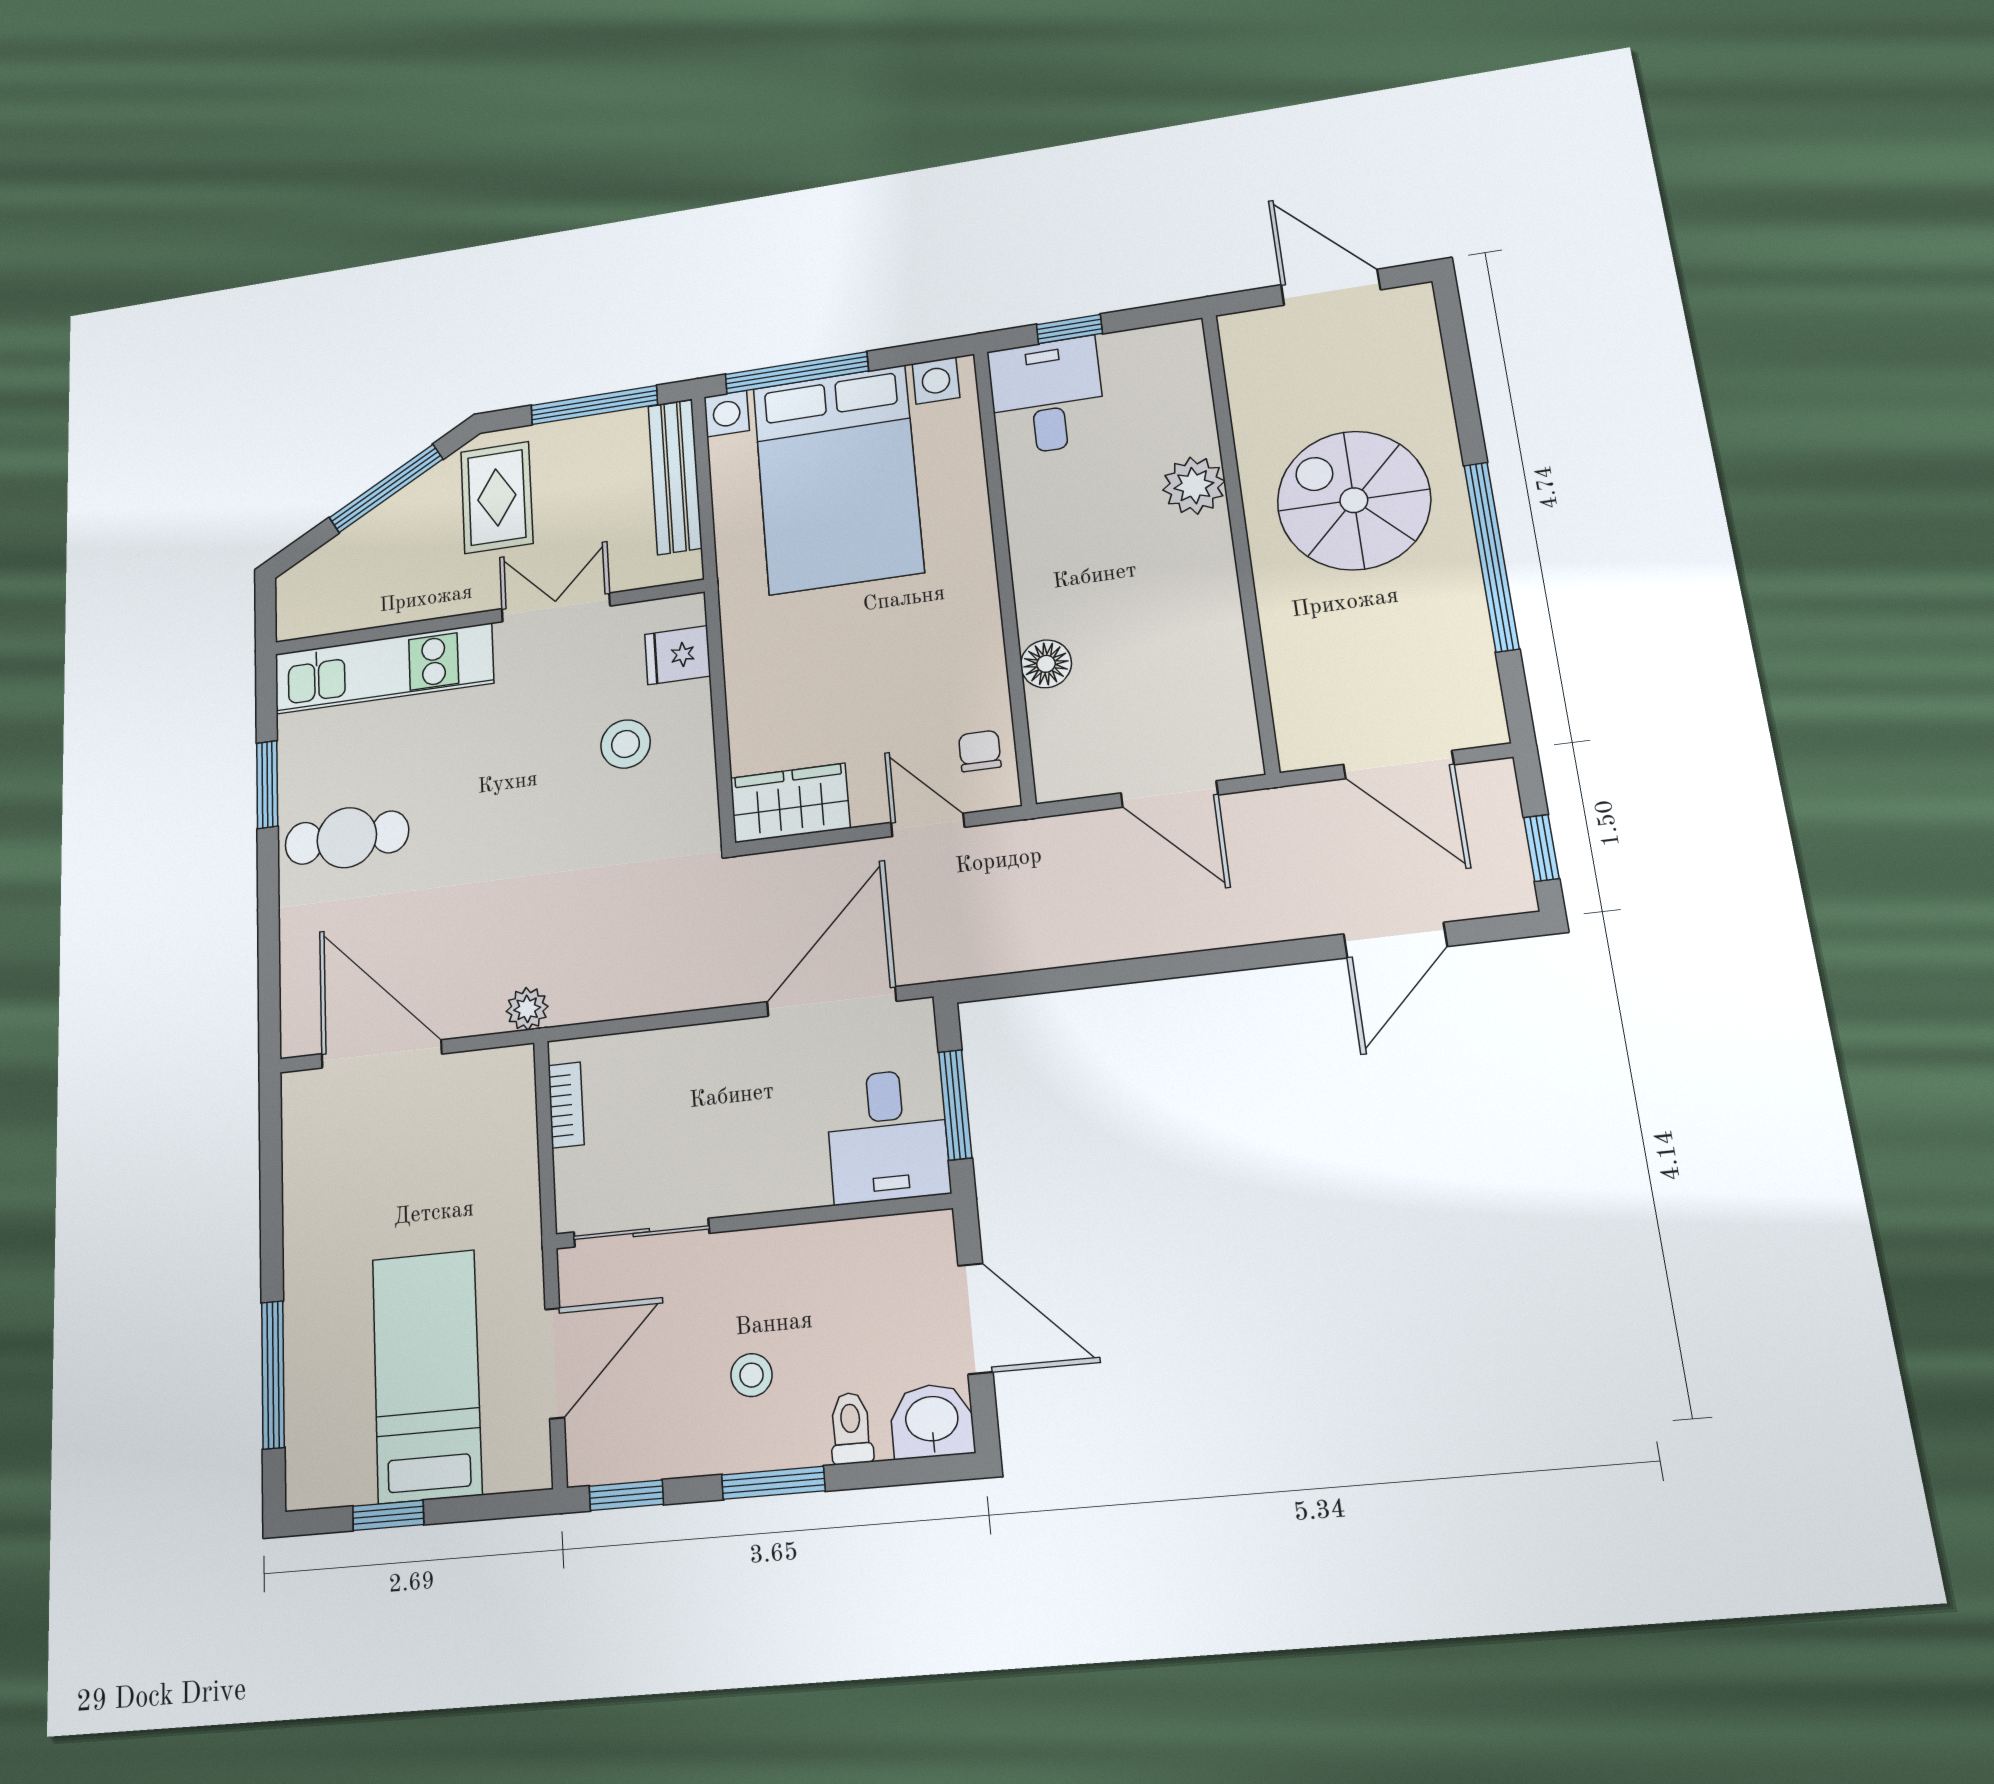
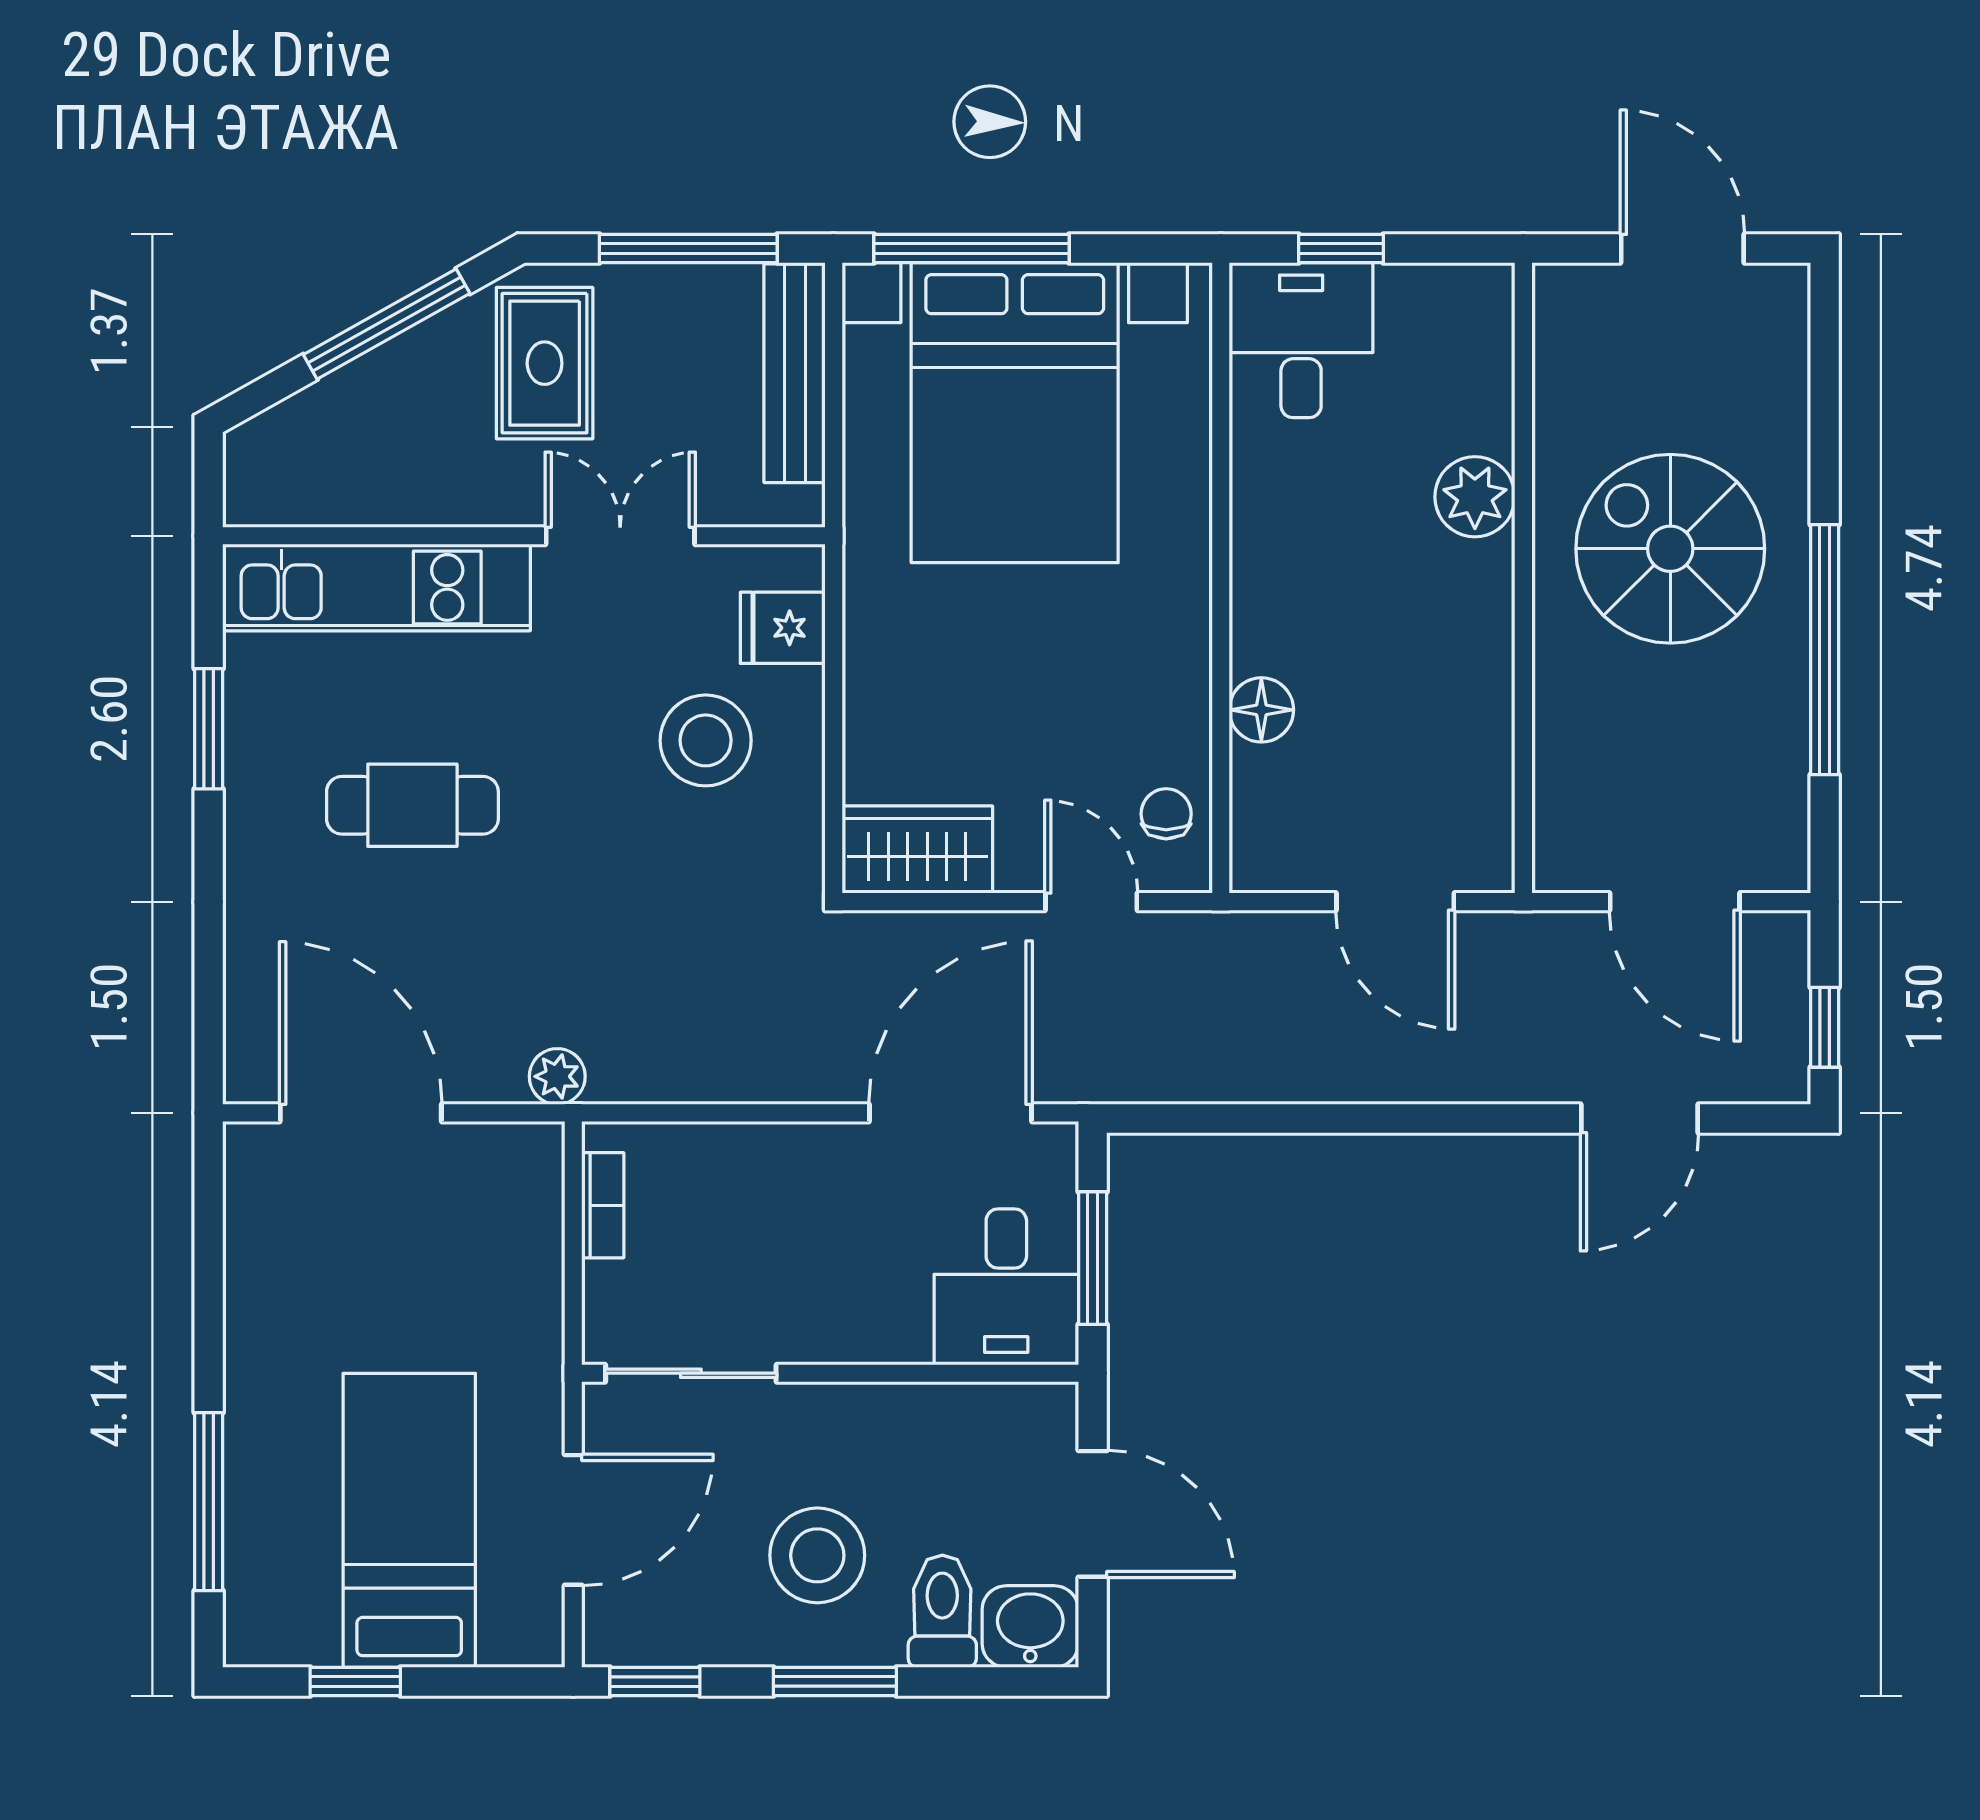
stool: (626, 744) -> (706, 740), width x1.38, depth x1.38
cafe table: (347, 838) -> (412, 805), moved
stool: (751, 1375) -> (817, 1555), width x1.89, depth x1.89
toilet: (851, 1428) -> (942, 1611), width x1.37, depth x1.39

